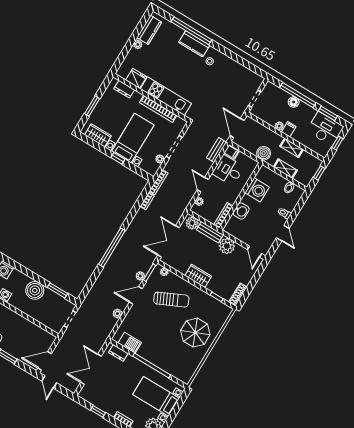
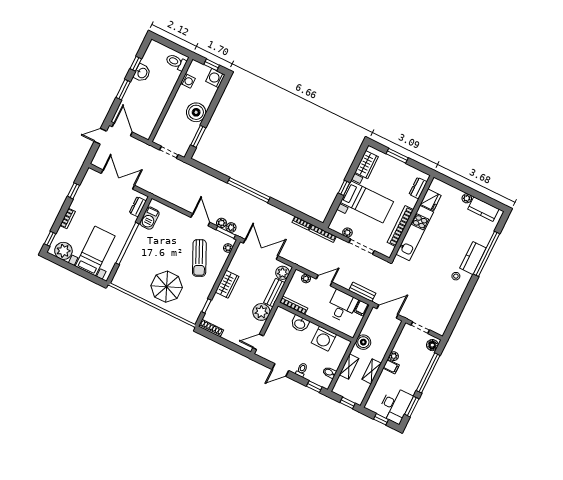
floor lamp: (294, 102) -> (432, 345), moved
window: (301, 203) -> (314, 387), added
plant: (117, 314) -> (231, 227), moved

